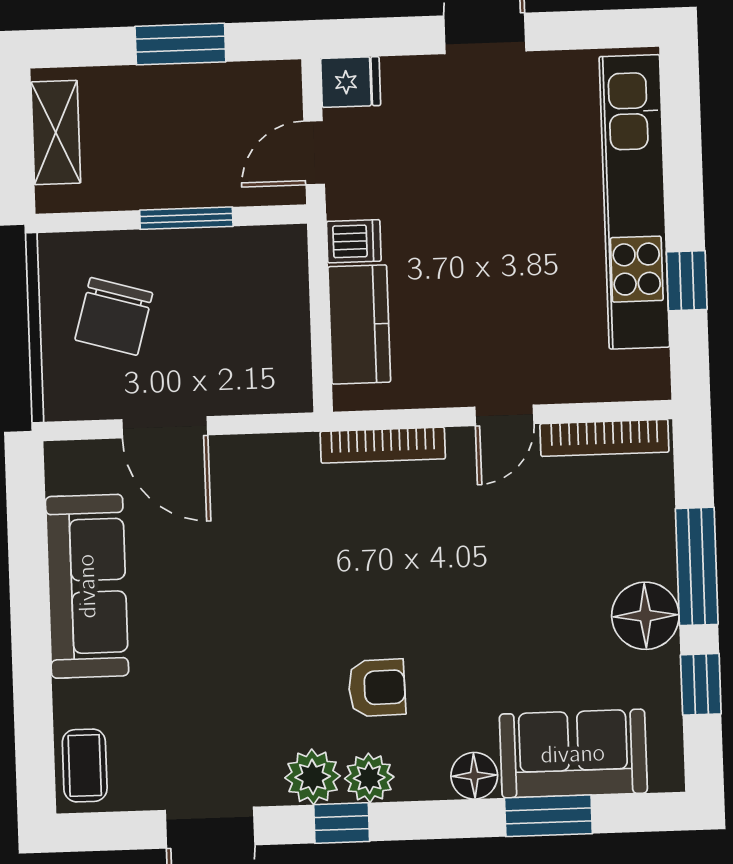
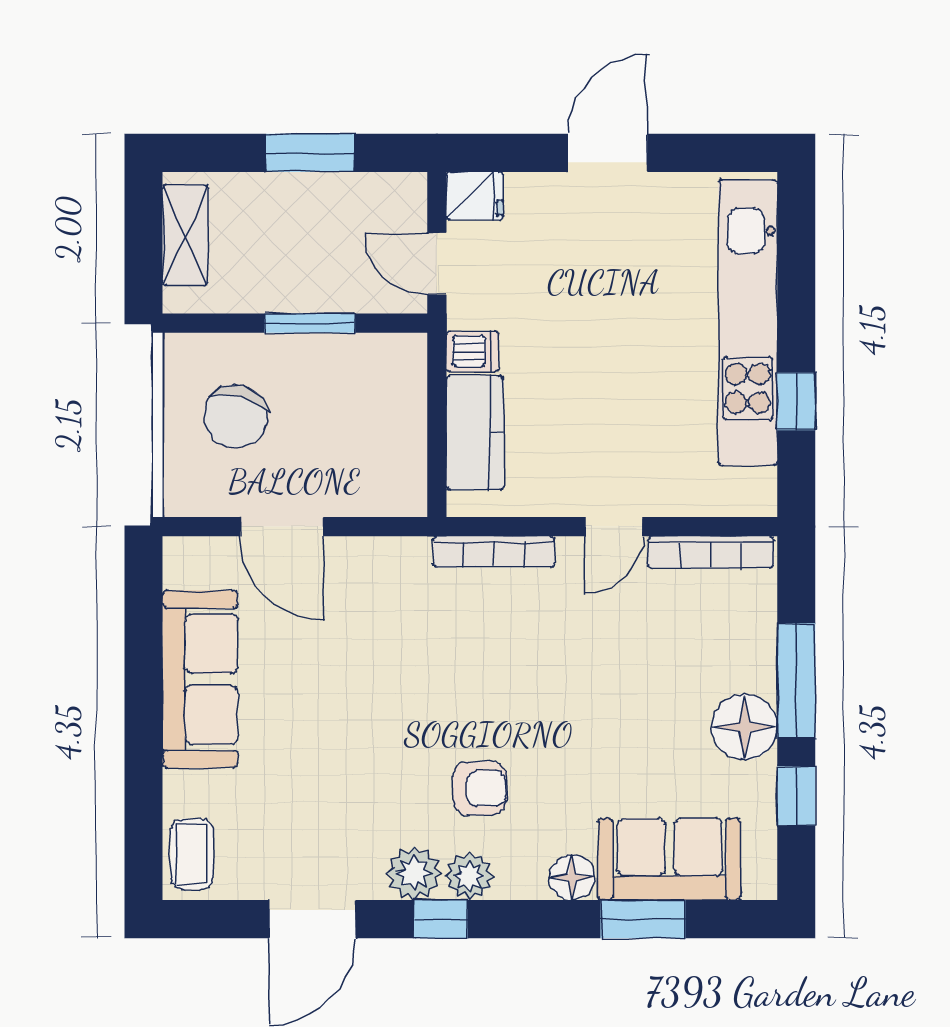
door: (314, 153) -> (437, 264), hinge flipped

